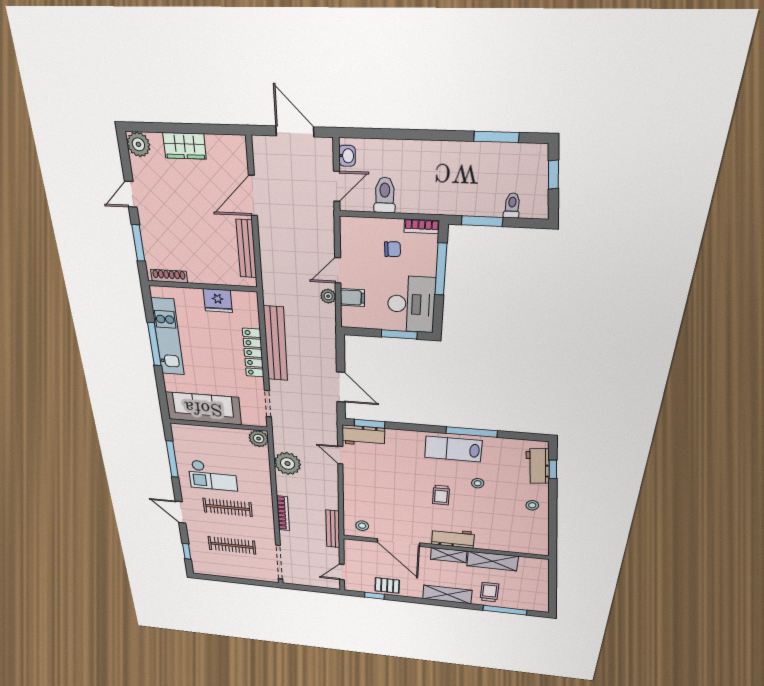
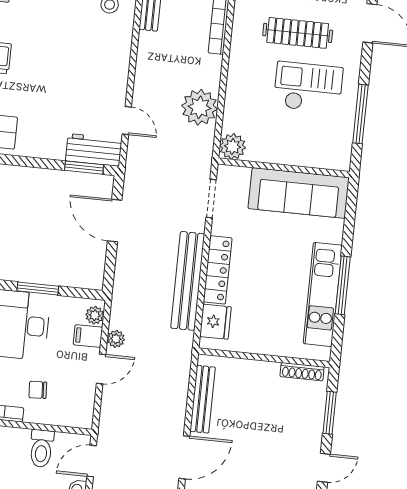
fridge: (218, 301) -> (215, 322), moved, turned 90
plant: (349, 315) -> (95, 315), added

